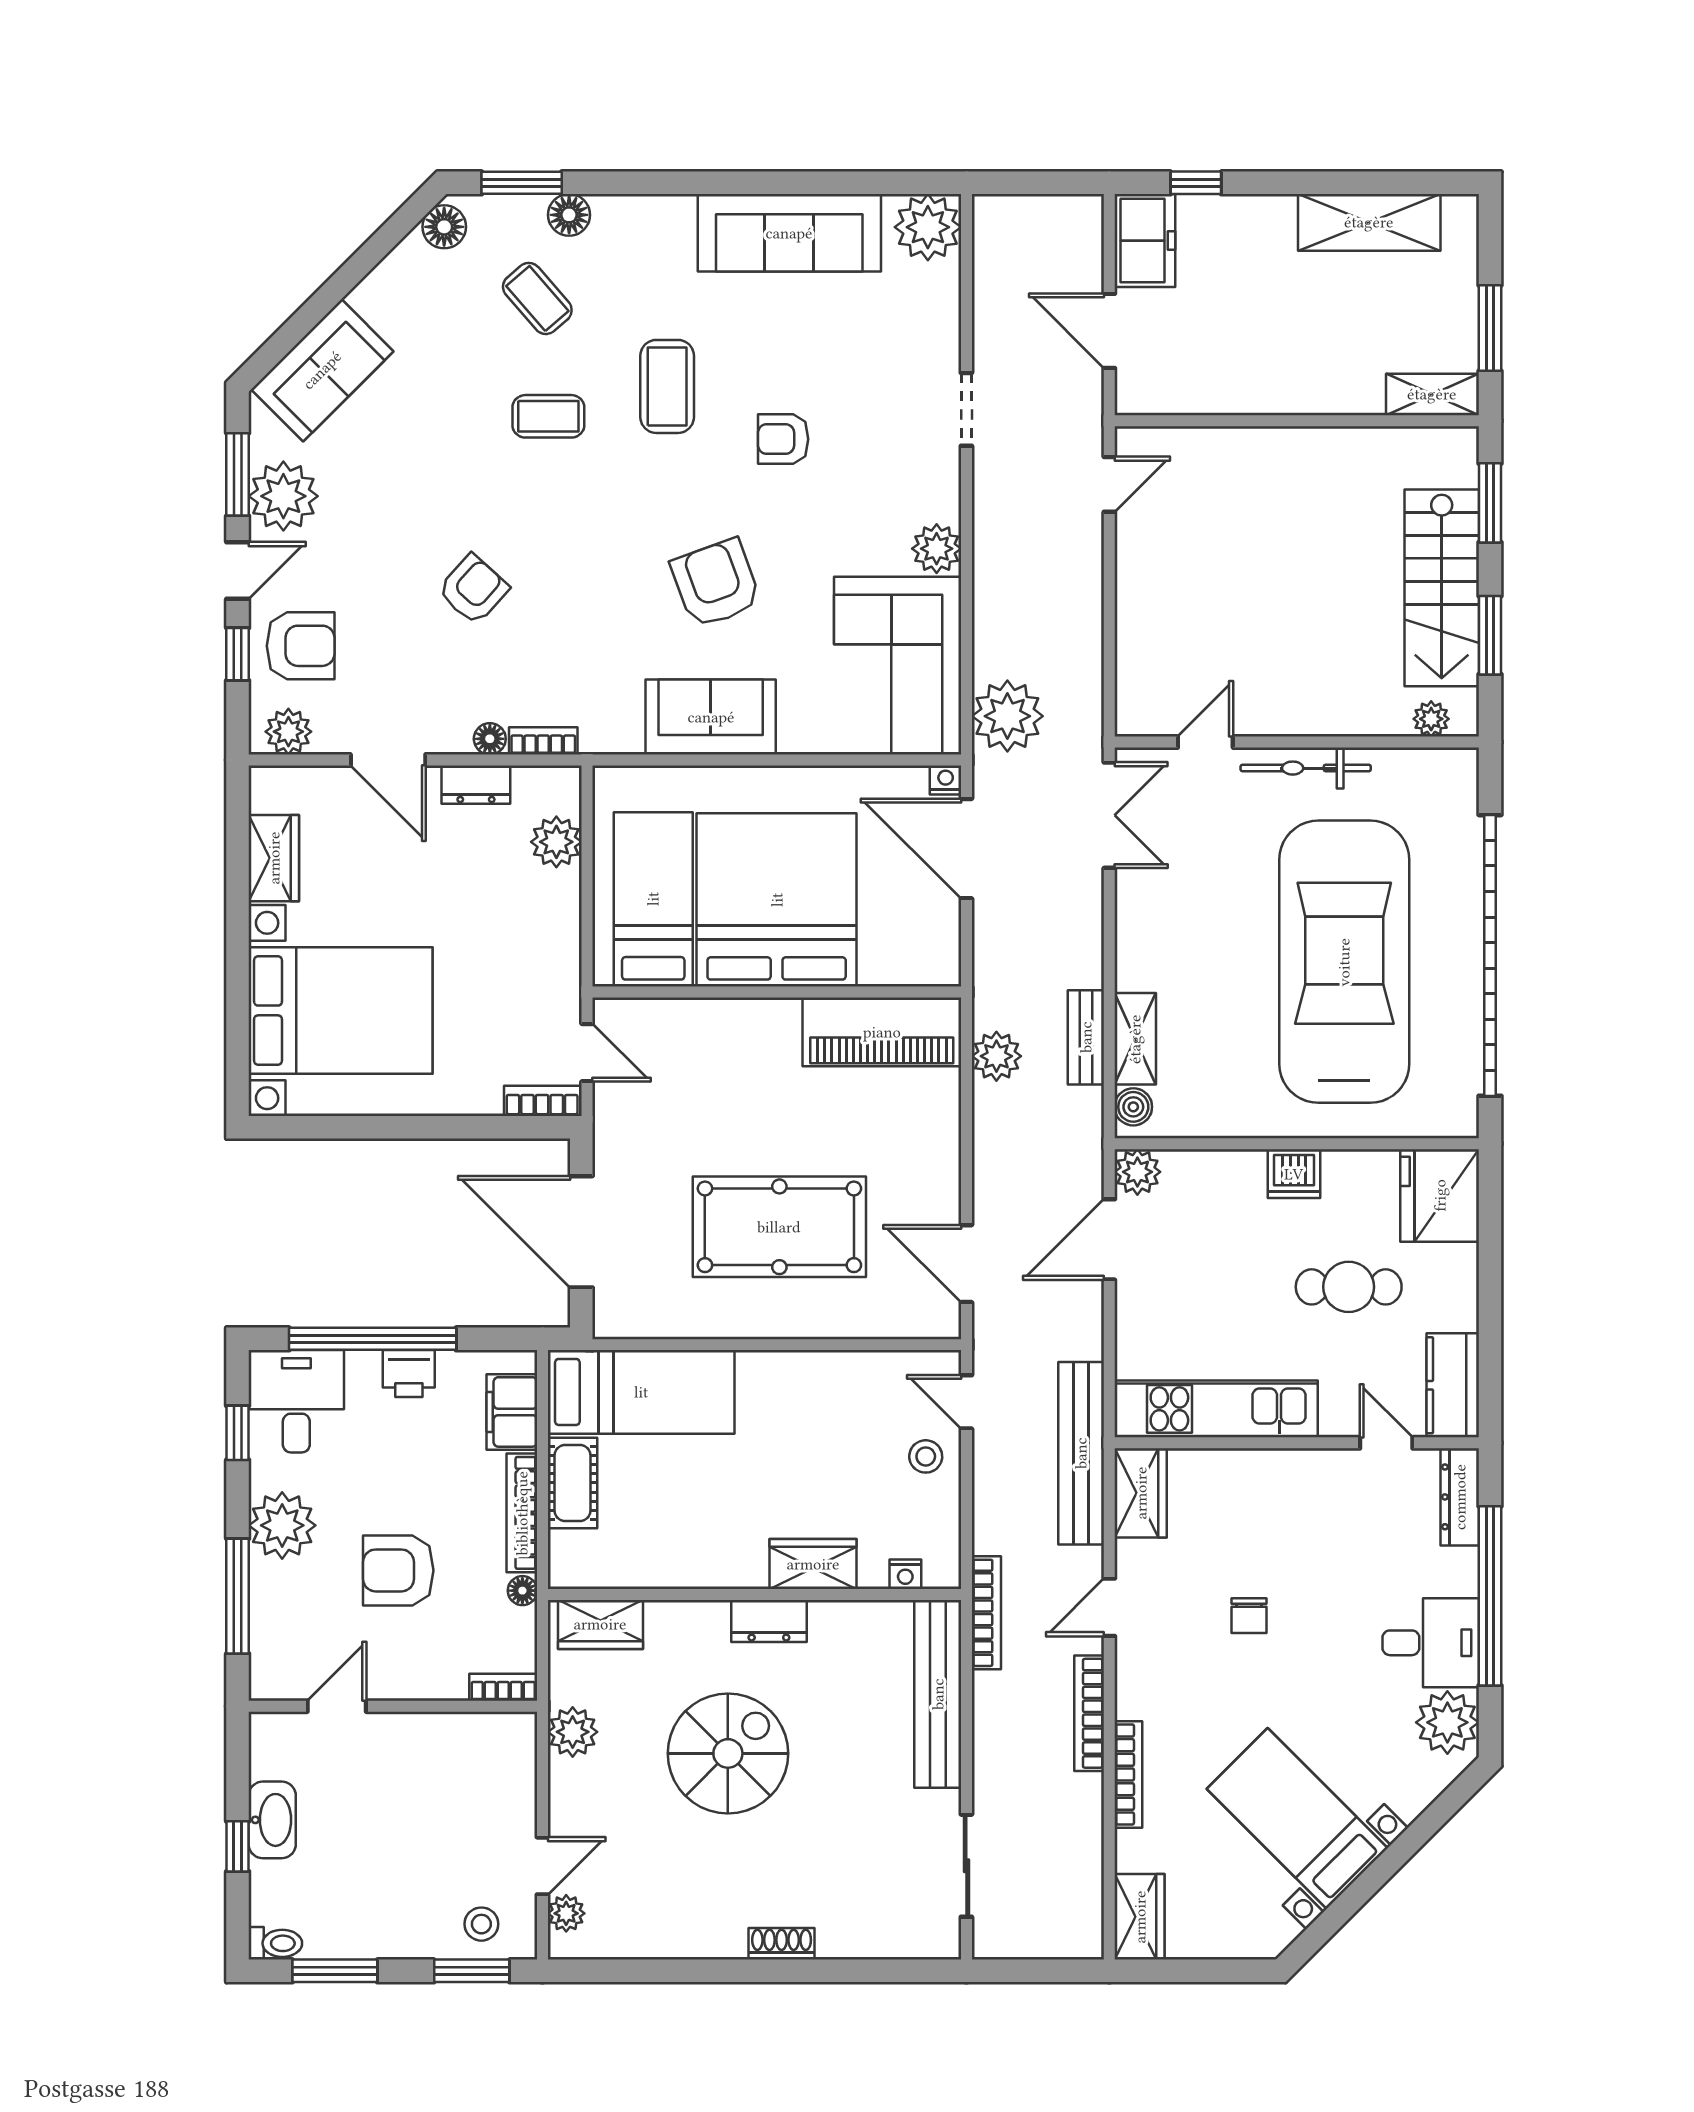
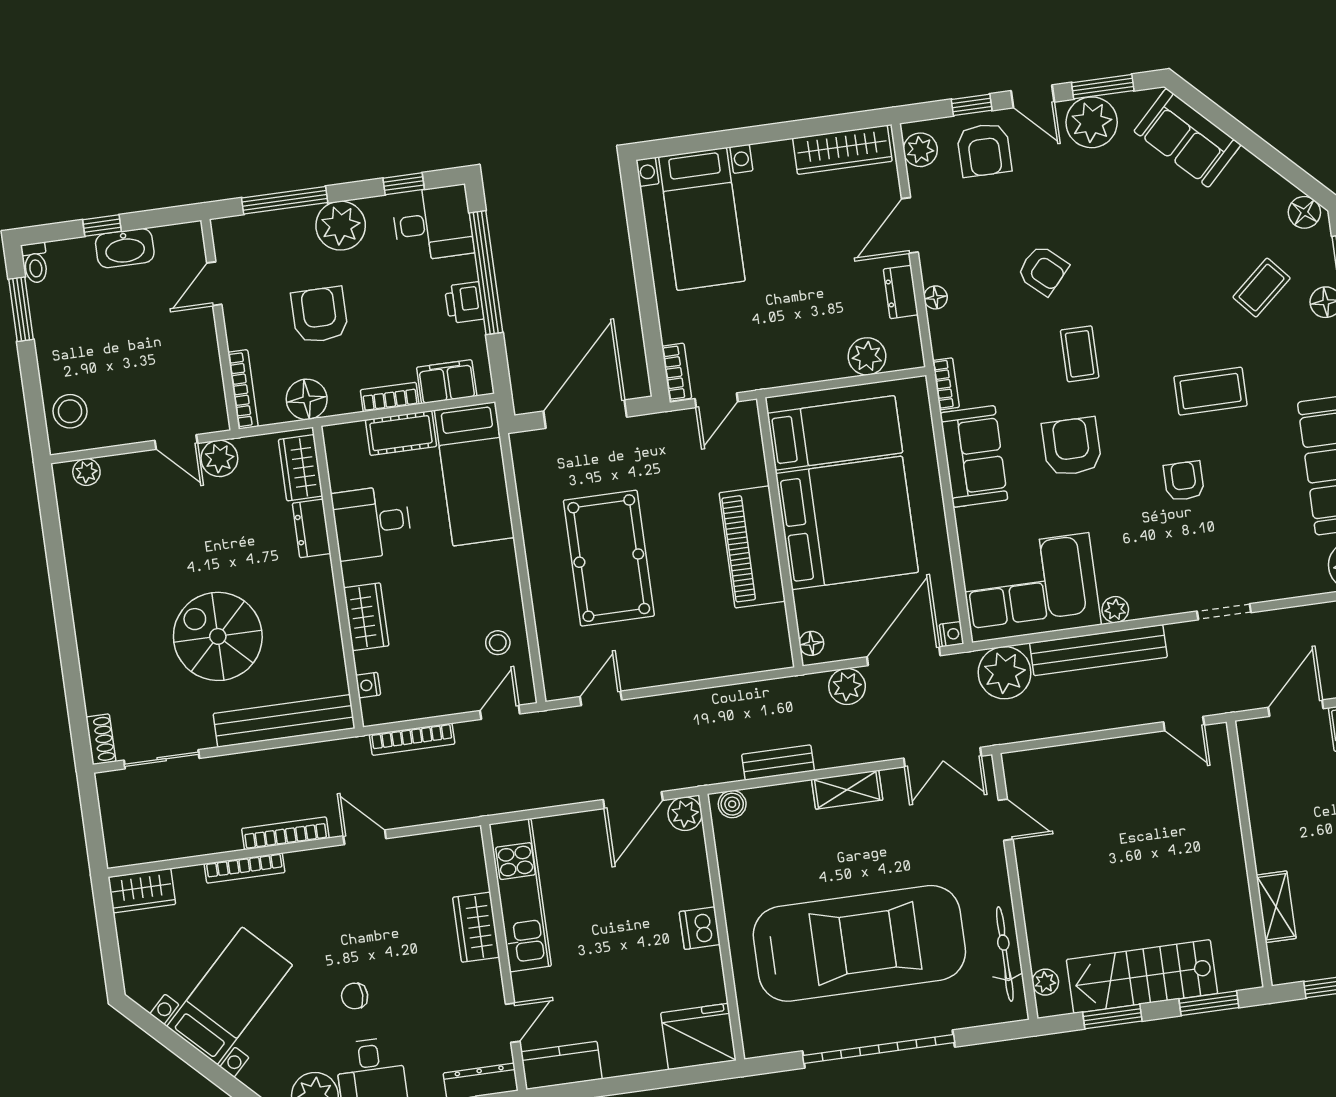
shelving: (1432, 394) -> (1276, 907), moved
coffee table: (548, 416) -> (1080, 354), moved
plant: (937, 549) -> (1115, 610), width x0.73, depth x0.73
armchair: (716, 583) -> (1072, 447), turned -70
bookcase: (543, 741) -> (946, 384), moved
bicycle: (1306, 768) -> (1005, 954), moved
wardrobe: (274, 858) -> (842, 150), width x1.50
garage door: (1490, 955) -> (879, 1049), width x0.73
floor lamp: (932, 970) -> (811, 643), added
bed with nightstands: (341, 1010) -> (702, 219), width x0.73
piano: (882, 1032) -> (752, 547), moved
shelving: (1135, 1039) -> (847, 790), moved
plant: (996, 1056) -> (847, 686), moved
door: (1109, 1239) -> (633, 800), swing flipped
door: (966, 1264) -> (601, 698), width x0.73
cafe table: (1349, 1287) -> (623, 979), removed
bench: (1081, 1453) -> (1098, 650), moved
stool: (926, 1456) -> (498, 643), moved
wardrobe: (1141, 1493) -> (476, 927), moved, turned 90
bookcase: (522, 1513) -> (390, 397), width x0.64
desk: (687, 1539) -> (372, 523), added
floor lamp: (522, 1591) -> (307, 399), width x1.89, depth x1.89
bookcase: (986, 1613) -> (412, 739), moved
chair: (1249, 1616) -> (355, 996), moved
dresser: (769, 1621) -> (312, 528), moved
bookcase: (503, 1687) -> (243, 389), width x1.56
door: (337, 1706) -> (214, 284), swing flipped
spiral stairs: (728, 1753) -> (218, 636), moved, turned 180
door: (542, 1866) -> (176, 442), moved
stool: (481, 1924) -> (70, 411), width x1.37, depth x1.37
shoe rack: (782, 1944) -> (101, 739), moved
window: (472, 1971) -> (35, 409), removed

